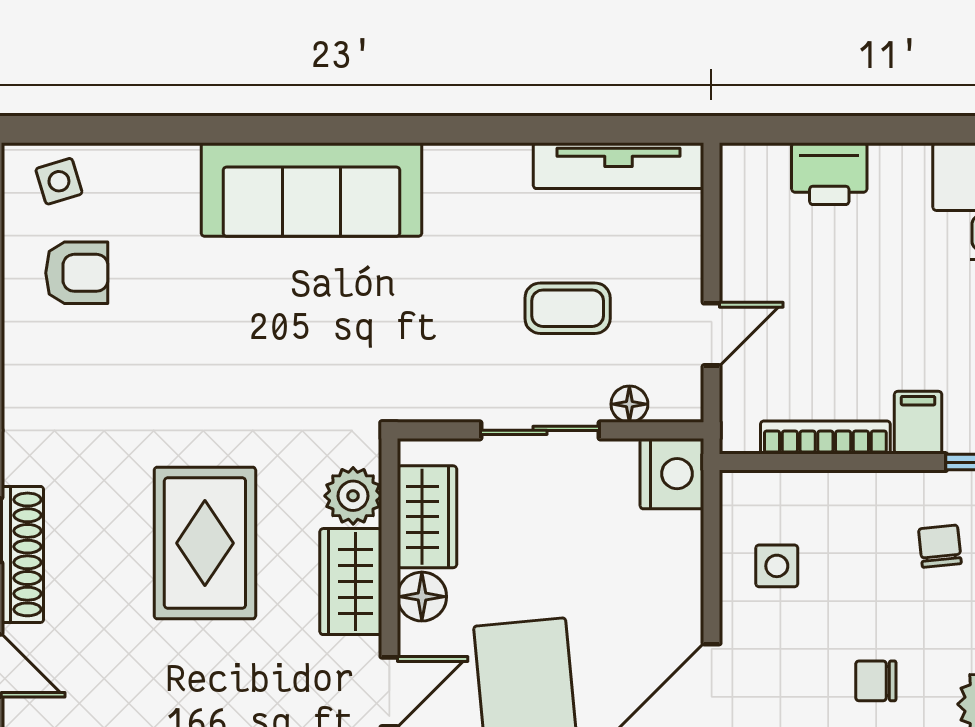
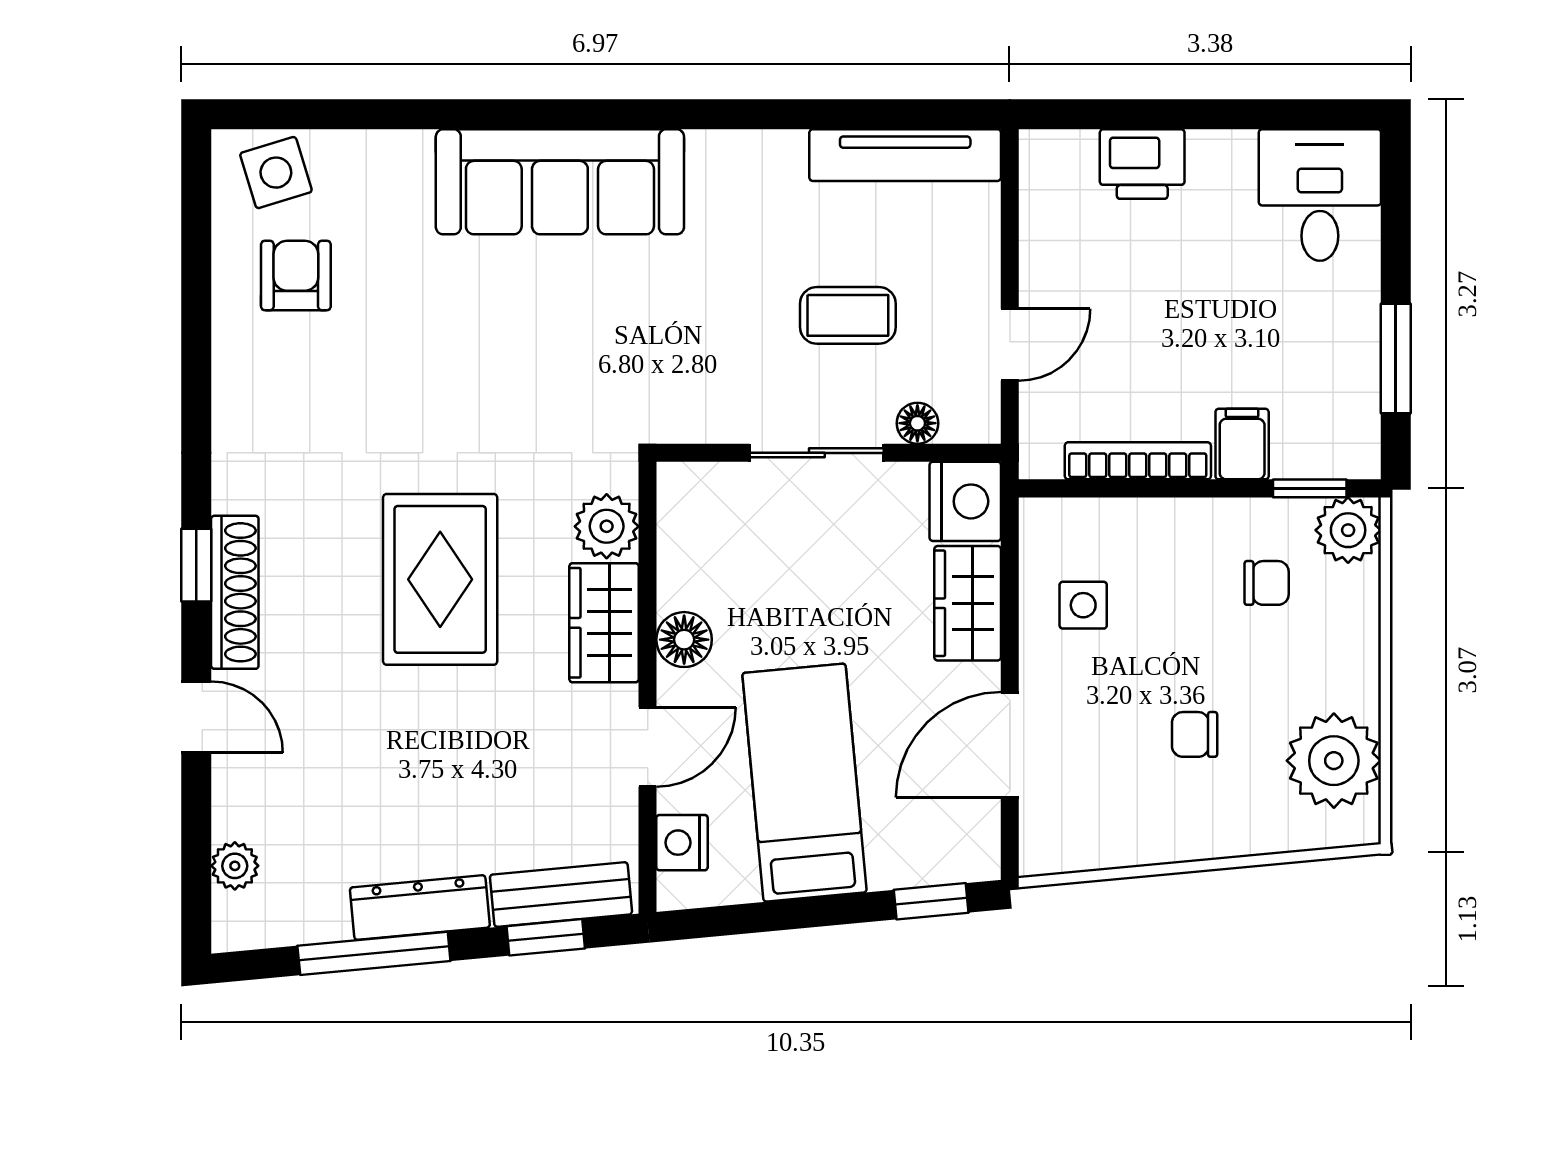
side table: (59, 181) -> (276, 173), width x1.37, depth x1.37
armchair: (77, 273) -> (296, 275), turned -90
wardrobe: (427, 517) -> (968, 603), moved, turned 180
chair: (940, 546) -> (1267, 583), turned 96

